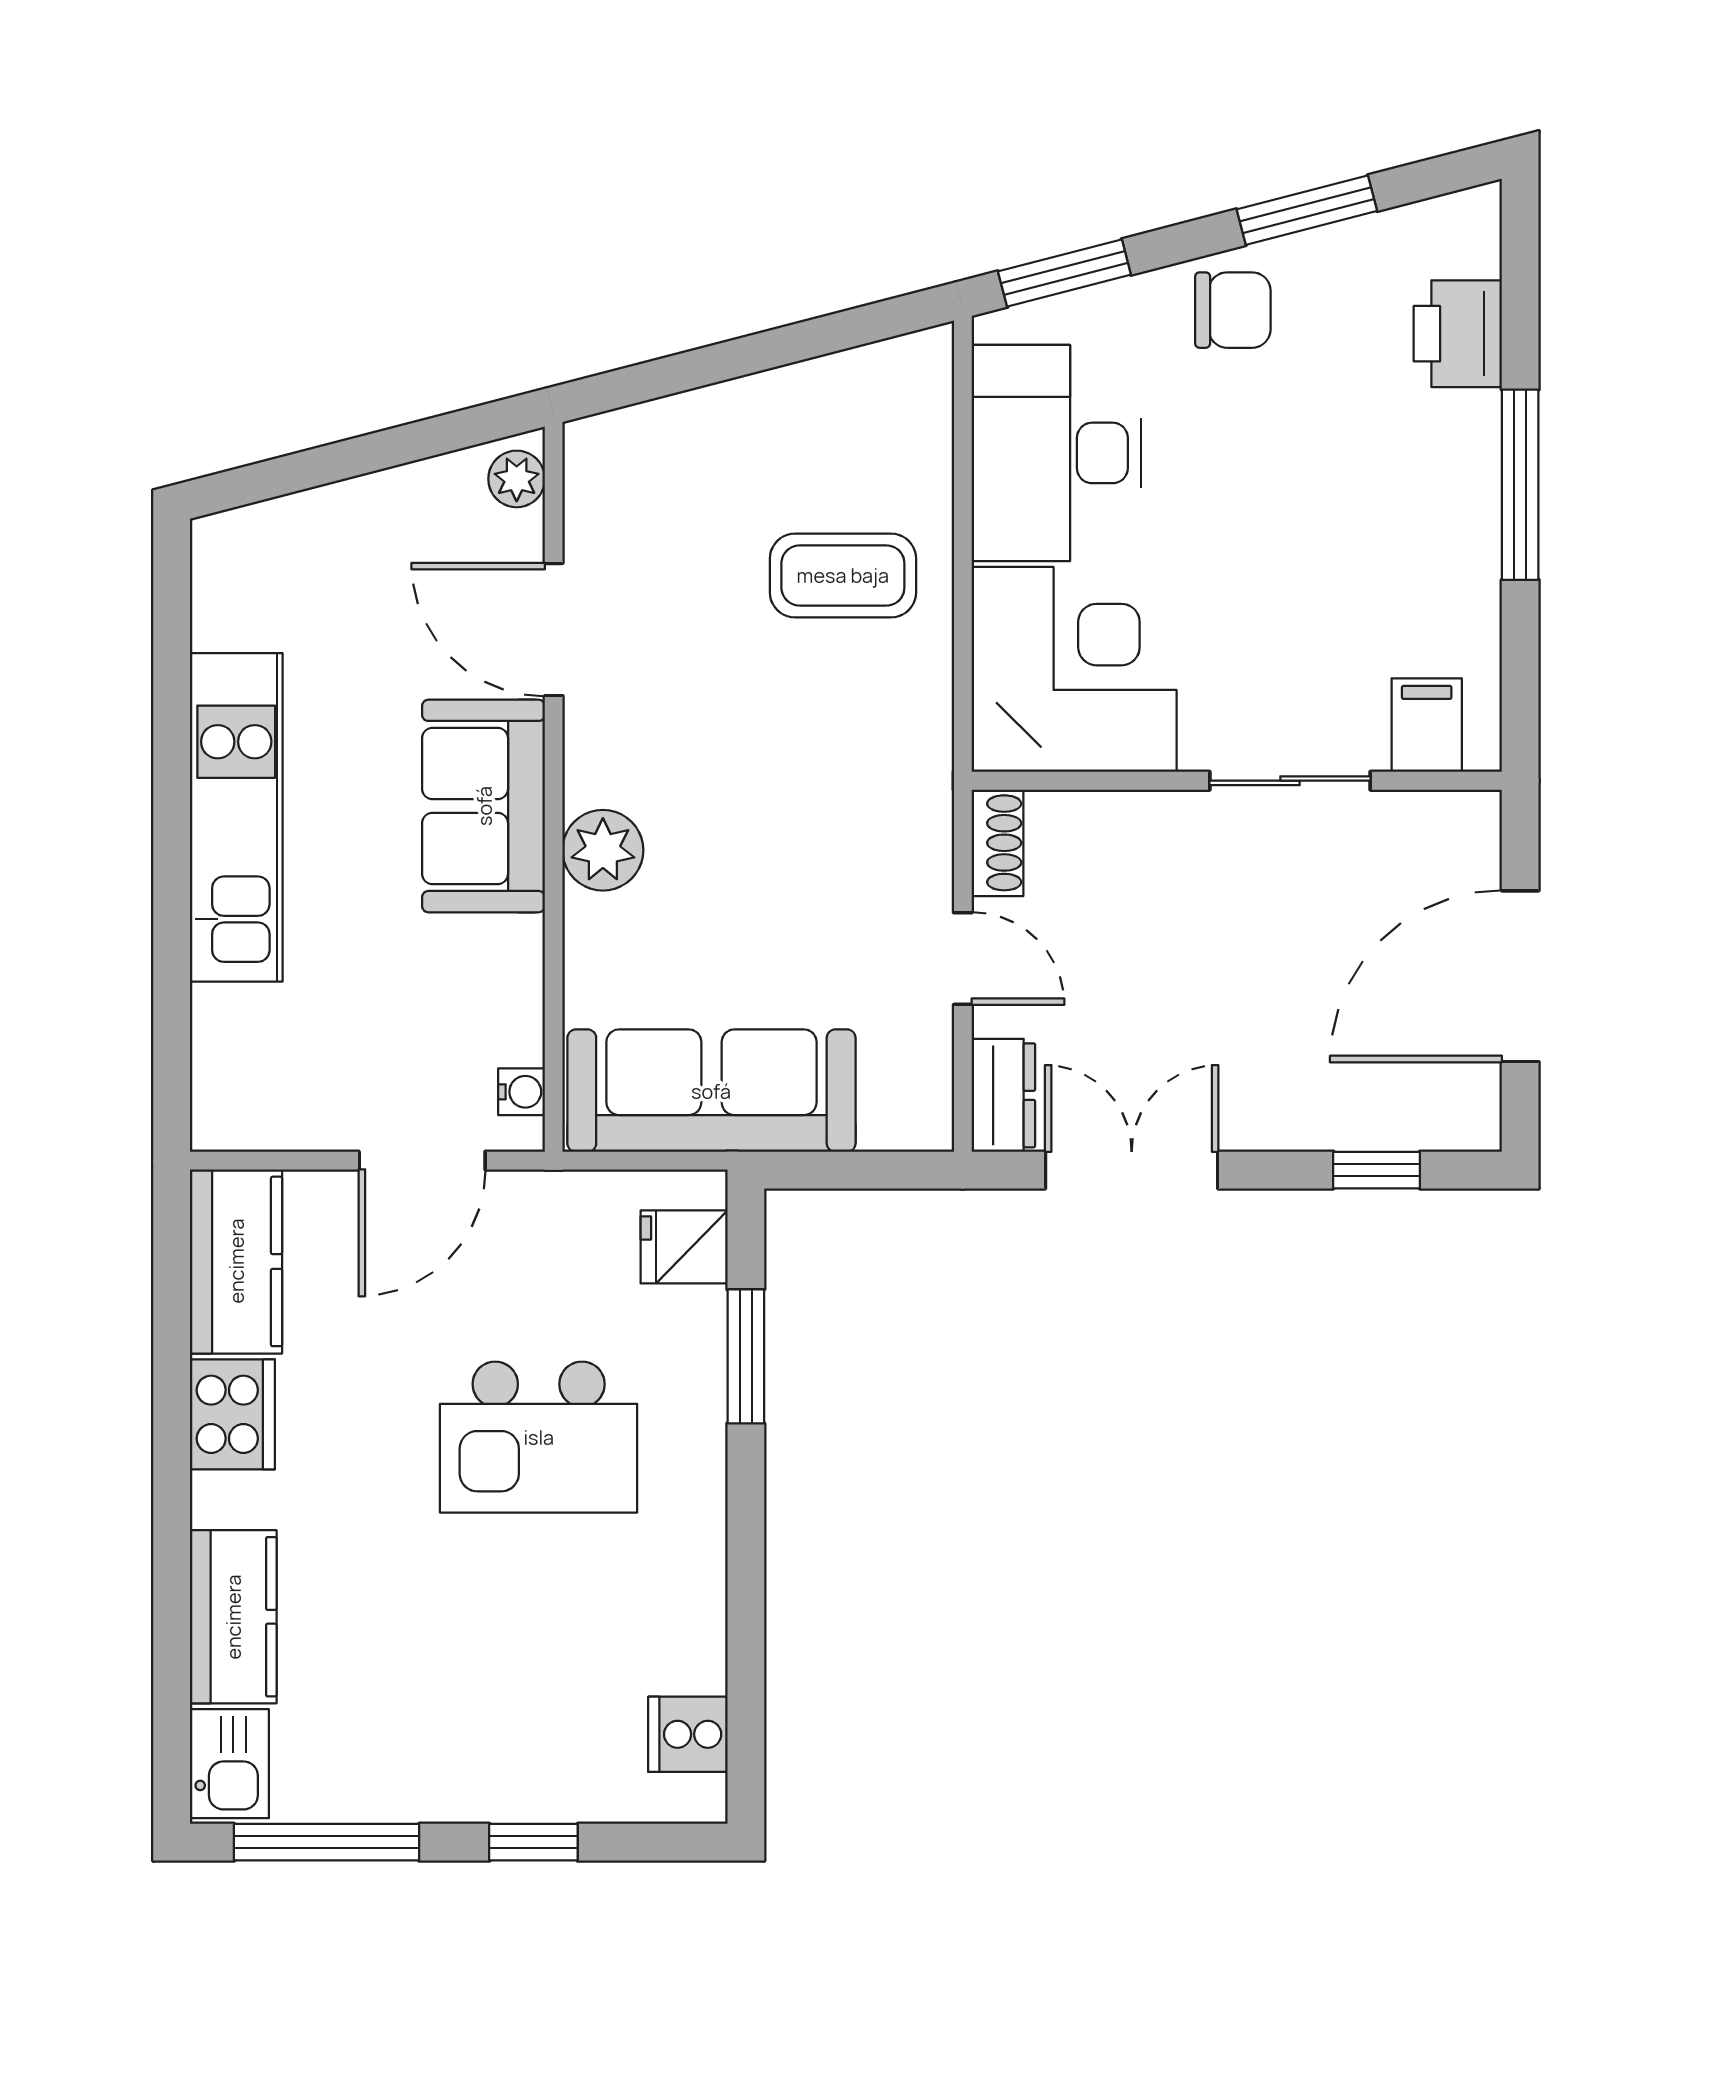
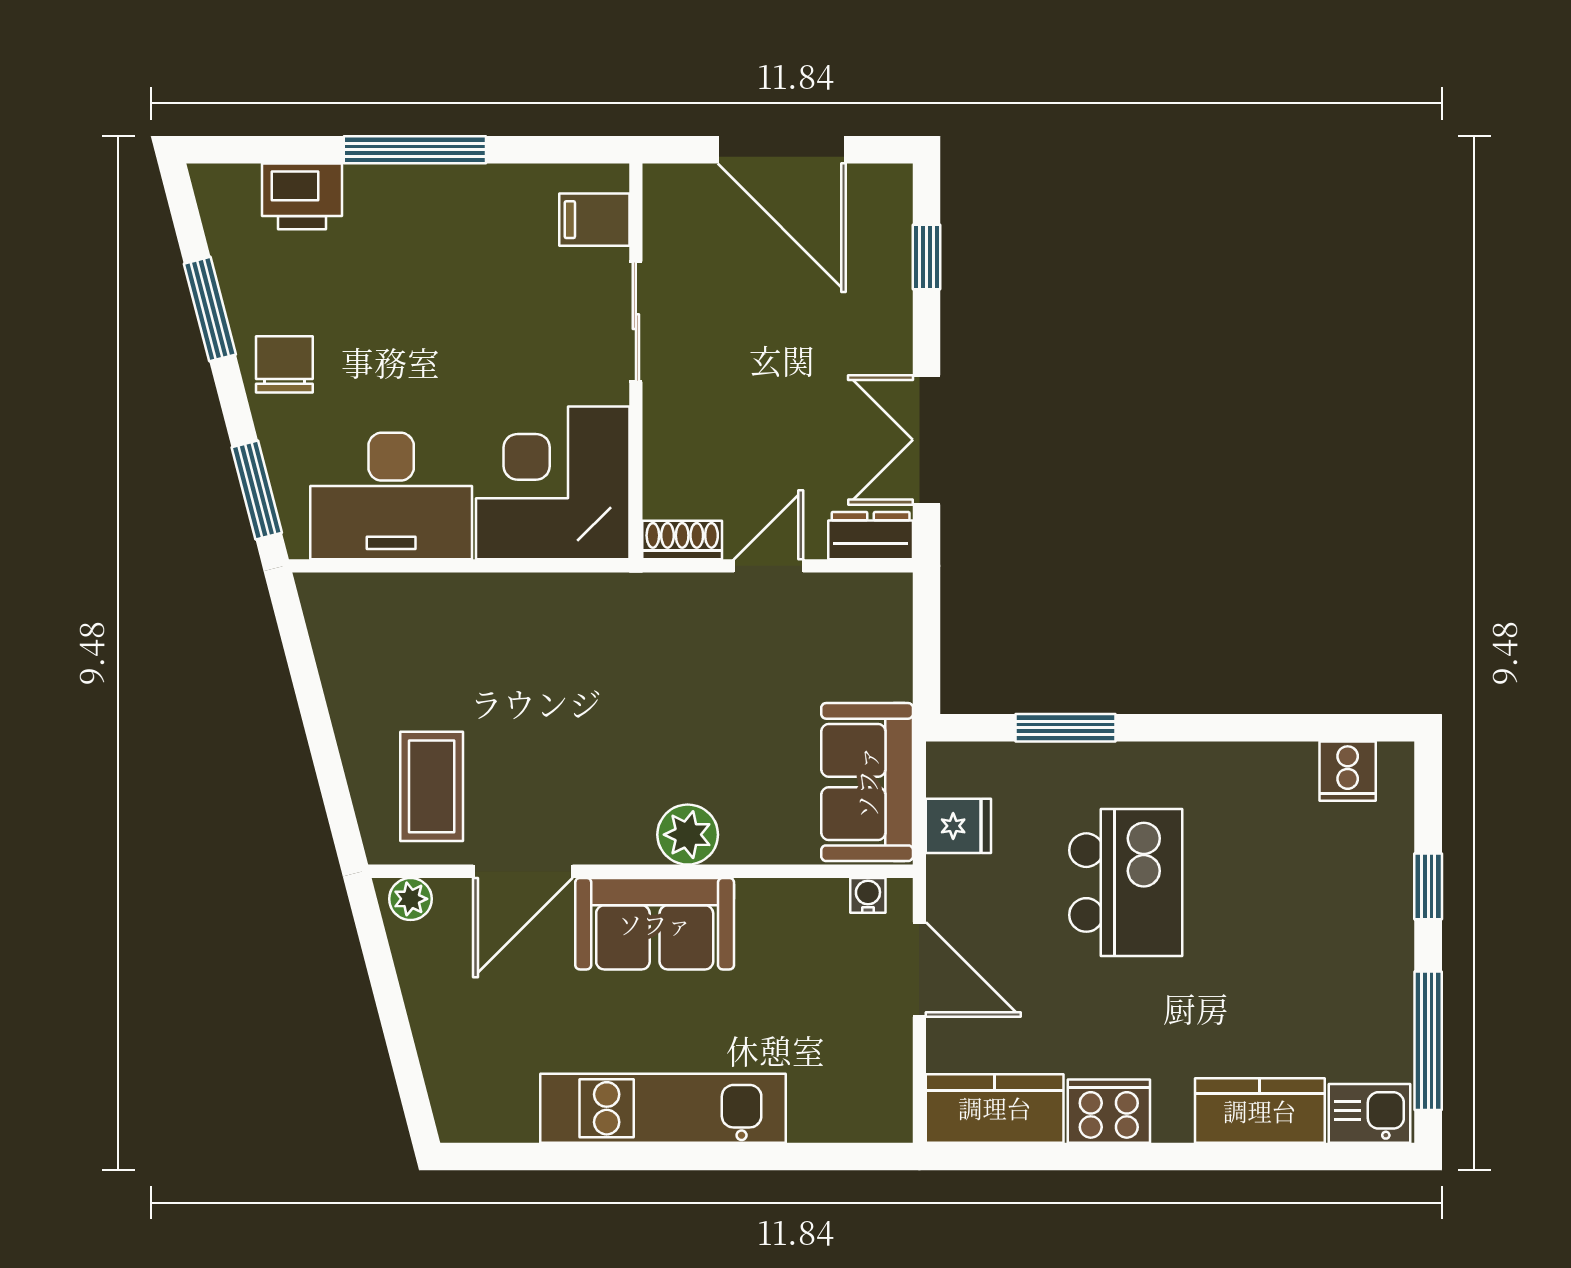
coffee table: (843, 575) -> (432, 786), moved
sofa: (711, 1091) -> (867, 782), width x0.73
fridge: (684, 1247) -> (958, 826), moved, turned -90

